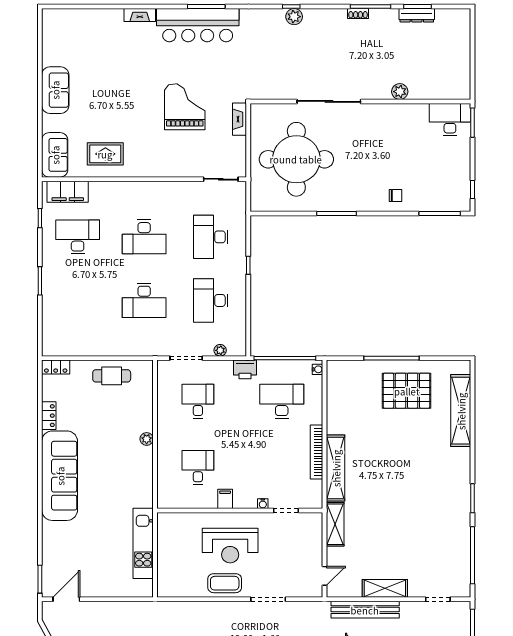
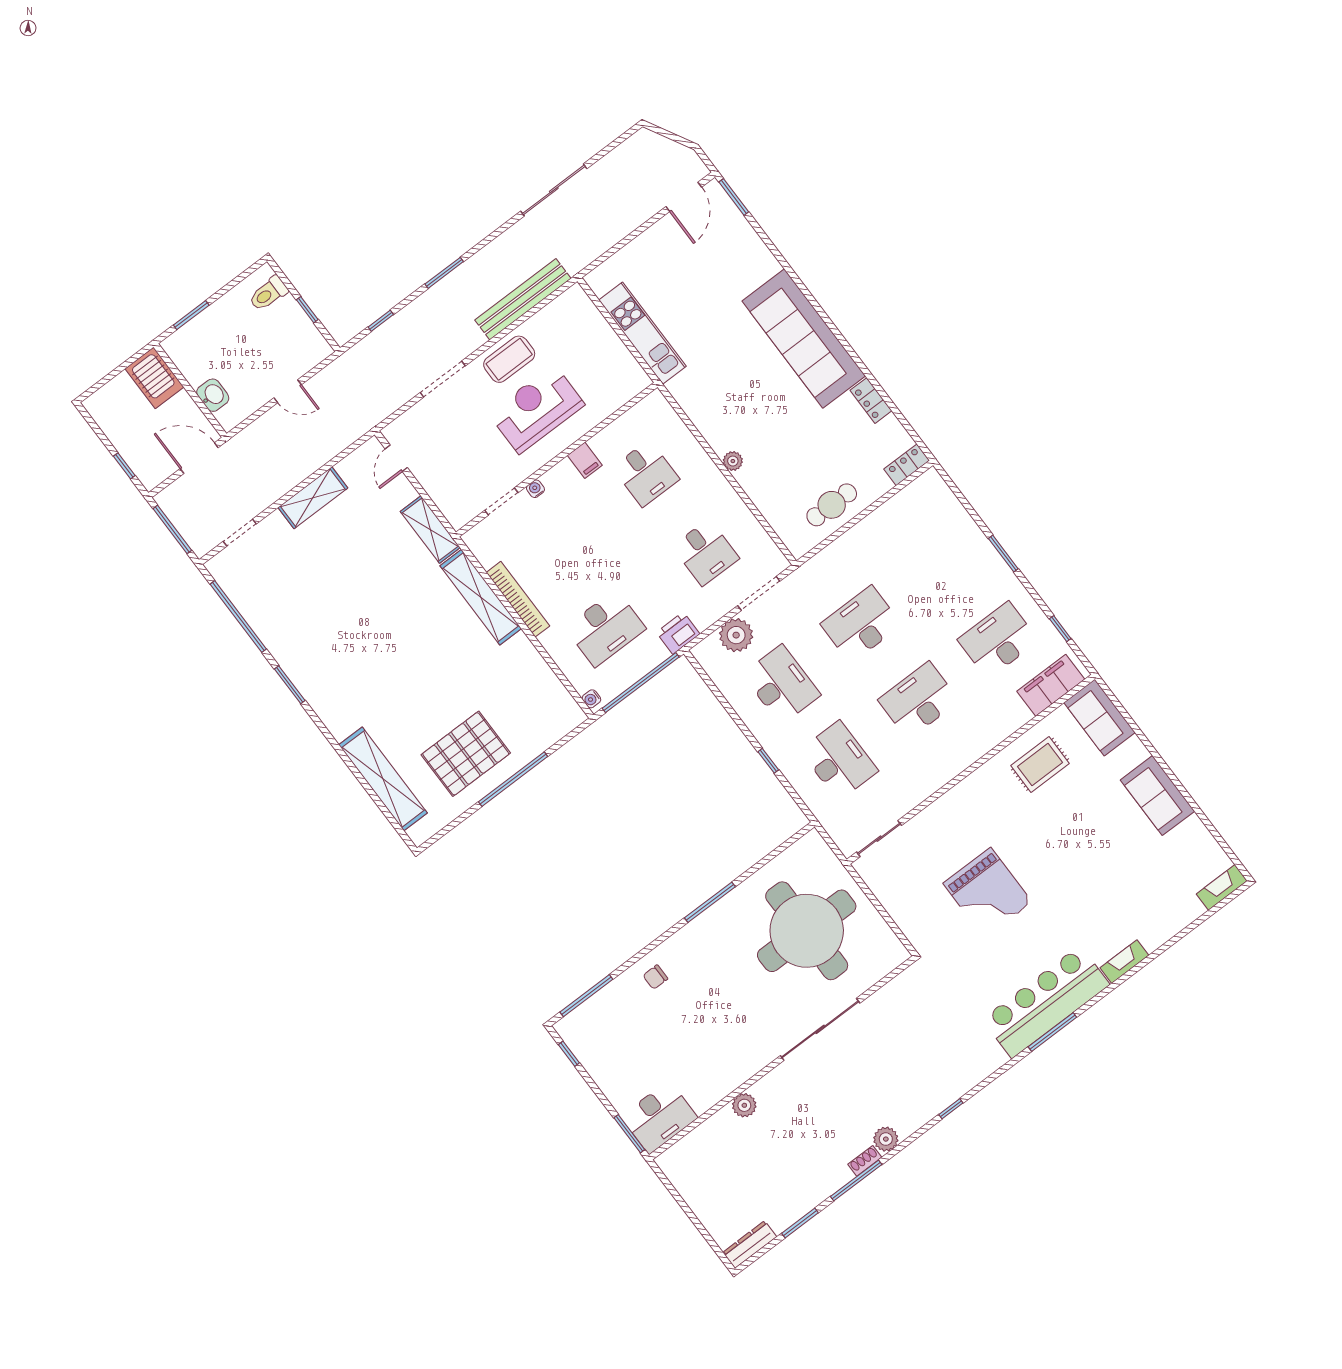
dresser: (417, 15) -> (750, 1245), moved
plant: (294, 17) -> (886, 1139), moved
fireplace: (240, 119) -> (1222, 887), moved, turned -90
desk: (78, 237) -> (998, 640), turned 180
plant: (220, 350) -> (736, 635), width x1.88, depth x1.88
bench: (365, 610) -> (523, 299), moved

